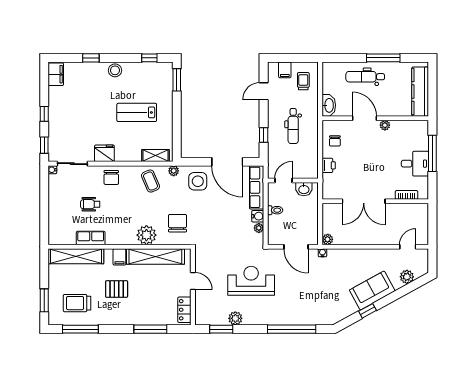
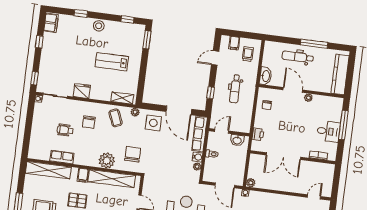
window: (44, 114) -> (39, 42), moved
printer: (329, 165) -> (258, 134), moved
chair: (111, 177) -> (89, 122), moved

